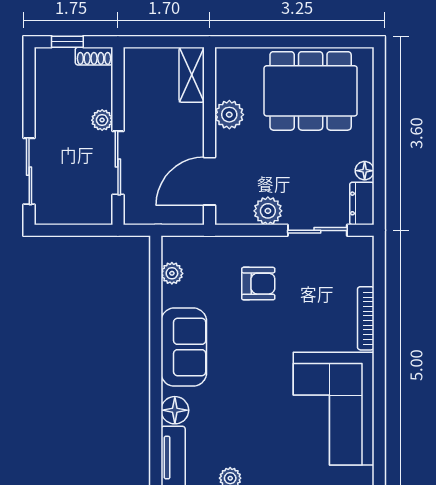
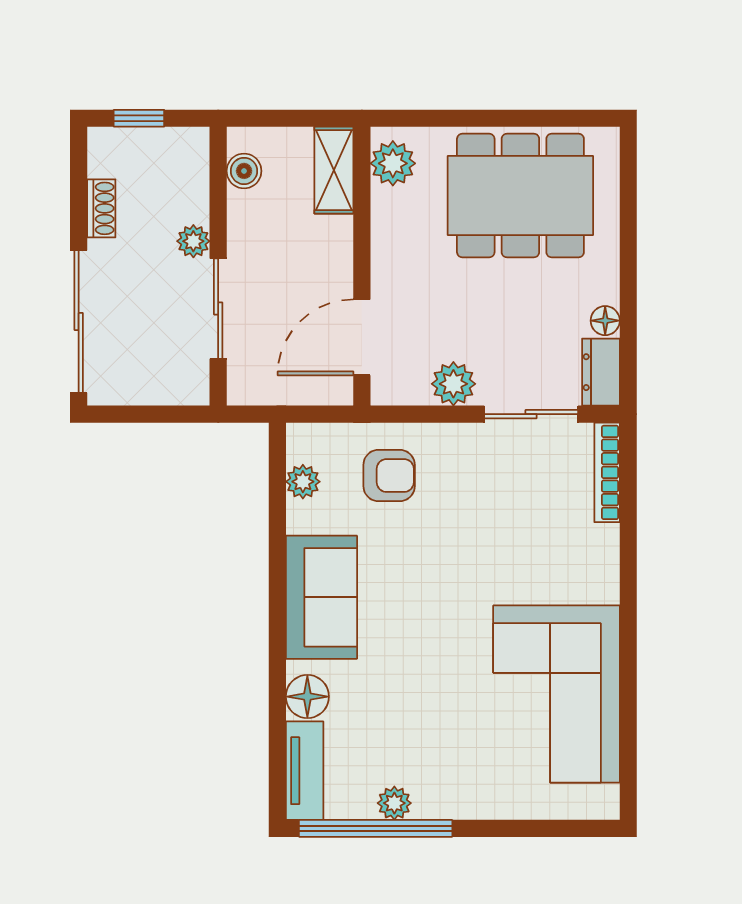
shoe rack: (94, 56) -> (101, 208), moved, turned -90
boiler: (134, 75) -> (244, 171), added
plant: (229, 115) -> (393, 163), moved
sliding door: (29, 171) -> (79, 322), width x1.37
armchair: (258, 284) -> (389, 476), moved
bookcase: (366, 318) -> (607, 472), moved

